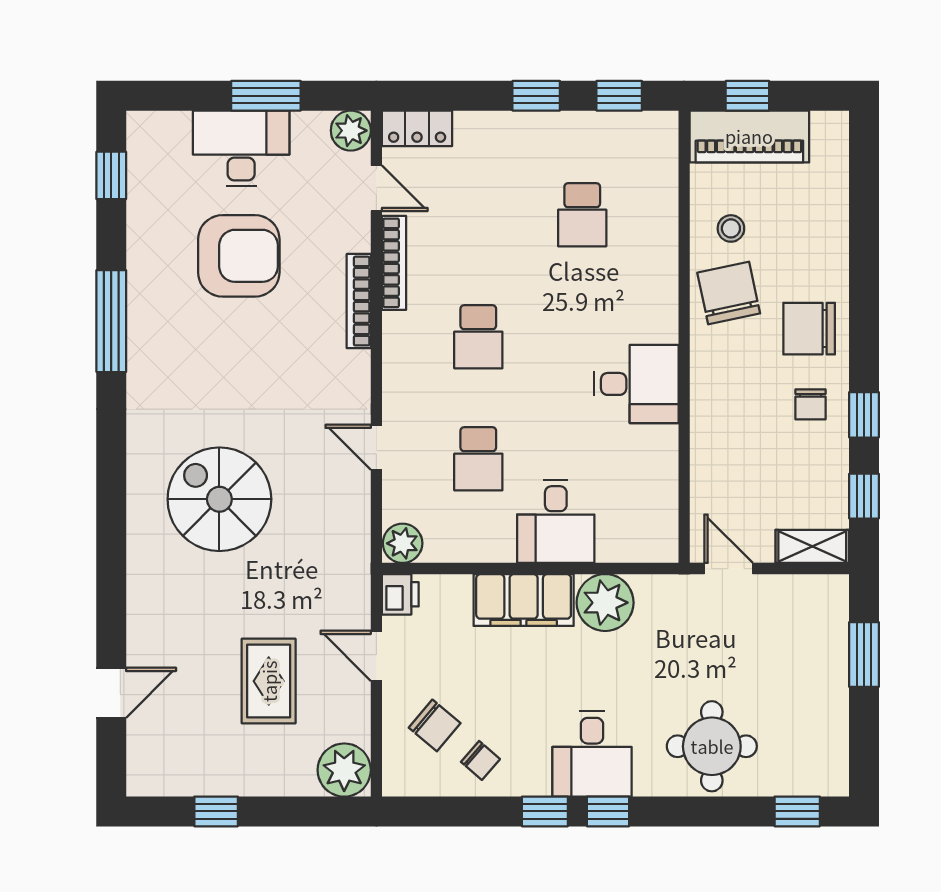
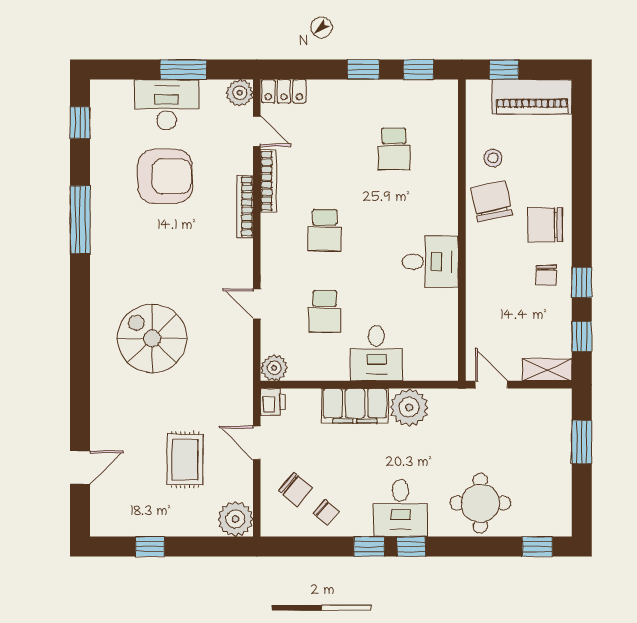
piano: (749, 136) -> (532, 97), moved

